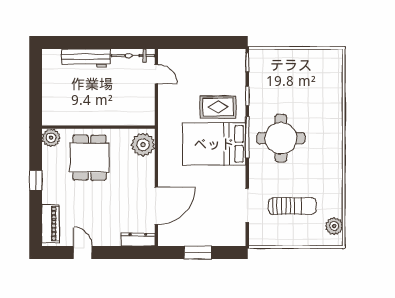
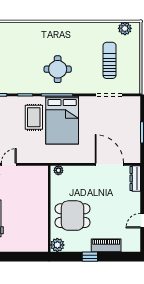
round table: (281, 138) -> (58, 69), width x0.73, depth x0.73
plant: (143, 145) -> (58, 170), width x0.53, depth x0.53
piano: (51, 224) -> (106, 245), moved

